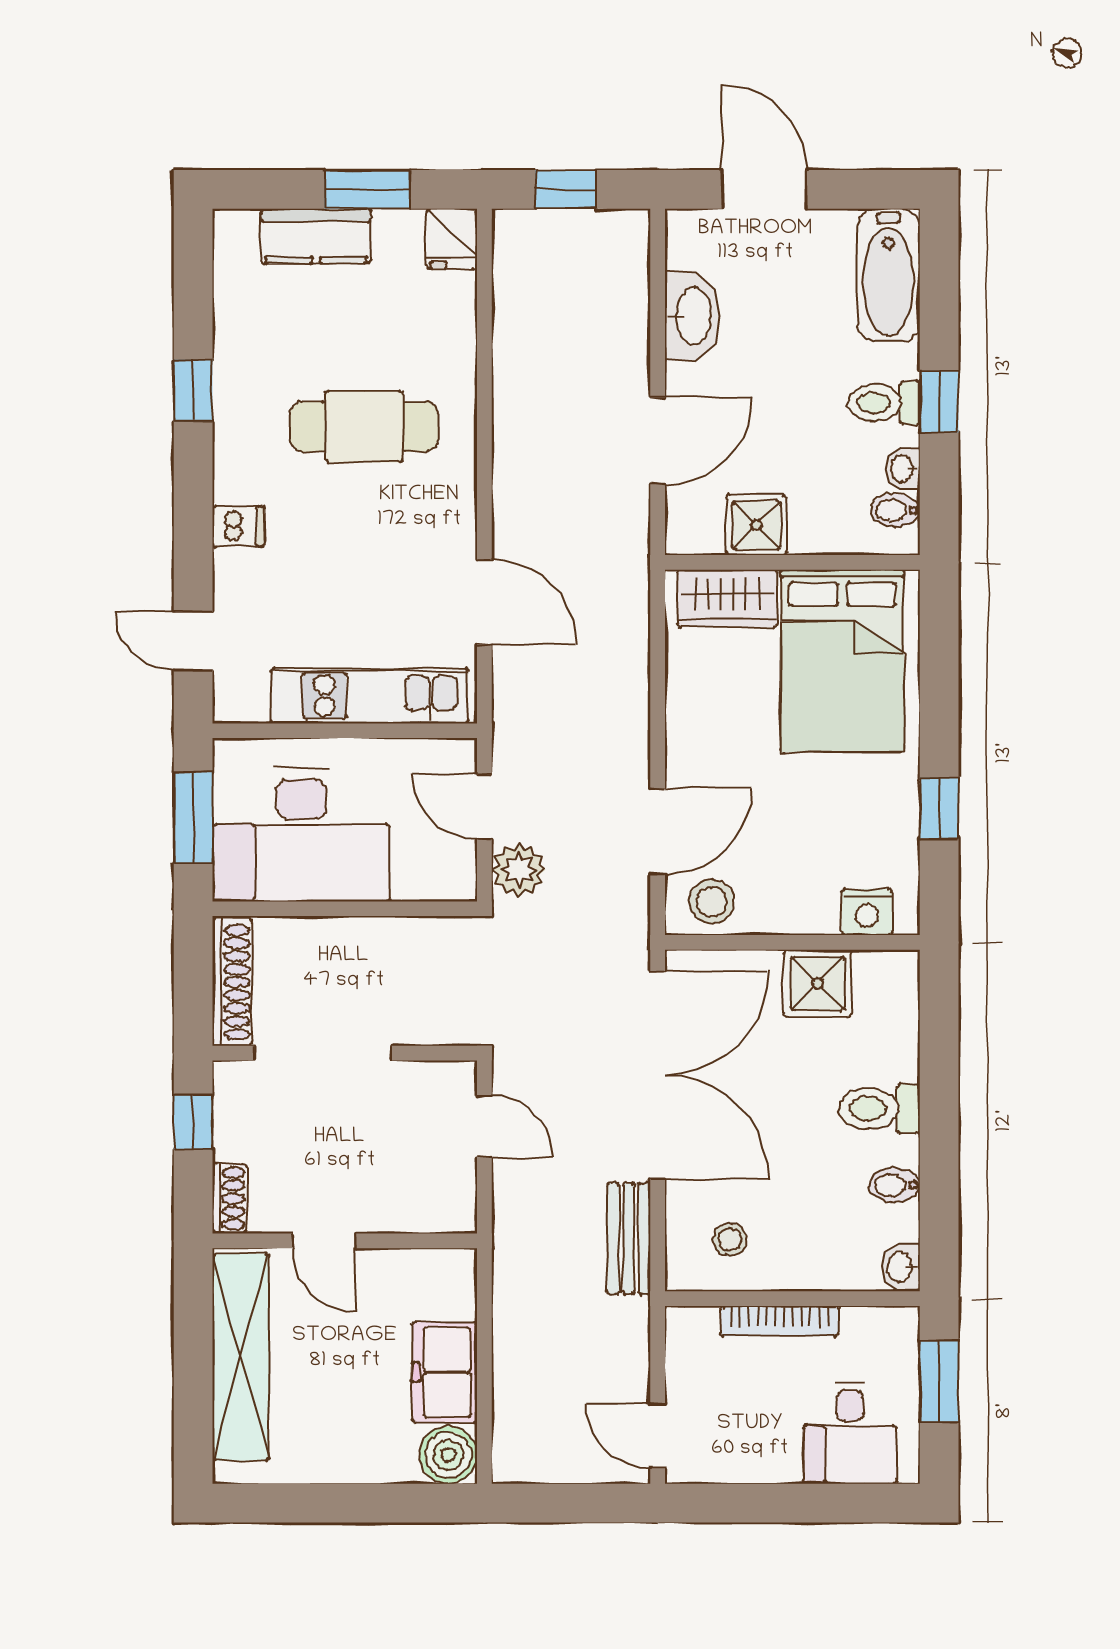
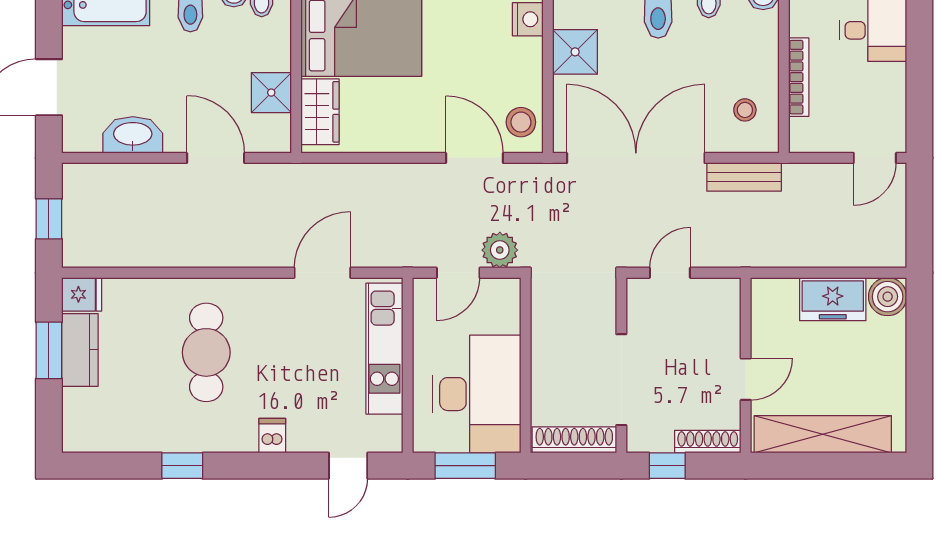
kitchen counter: (316, 236) -> (80, 350), moved
shoe rack: (229, 1199) -> (708, 442), width x1.43

